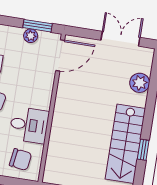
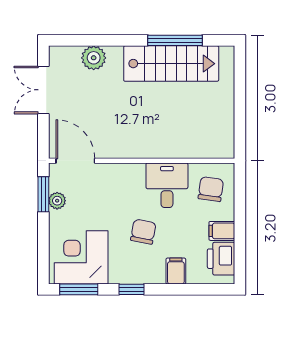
window: (143, 150) -> (175, 40), width x2.17

